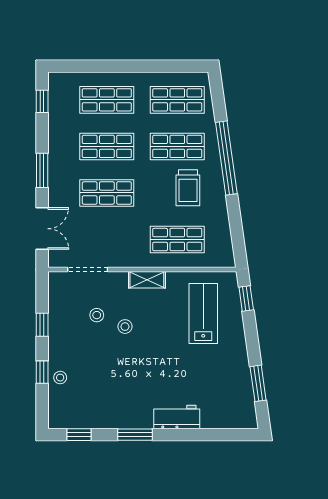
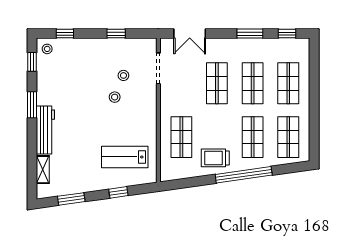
window: (42, 170) -> (250, 34), moved
trolley: (188, 188) -> (215, 158), moved
shelving: (147, 280) -> (43, 170), moved
window: (246, 299) -> (118, 192), moved
lab bench: (203, 313) -> (125, 157), turned 180
window: (42, 372) -> (65, 34), moved
stool: (60, 378) -> (47, 49), moved
workbench: (177, 417) -> (45, 130), width x1.38

